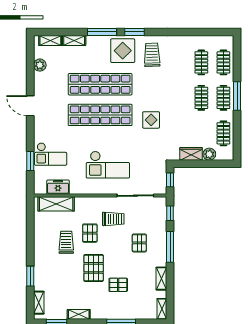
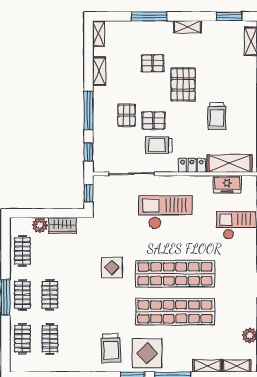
locker: (87, 202) -> (192, 165), added
pallet: (90, 233) -> (154, 121), moved, turned 90
shelving: (79, 314) -> (187, 27), moved

